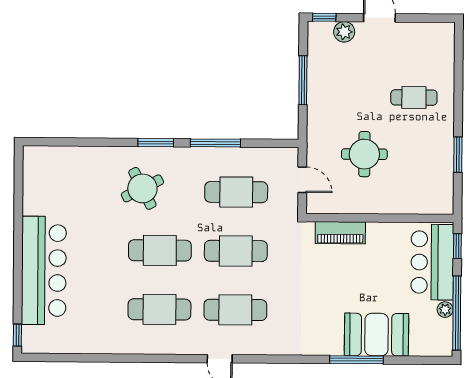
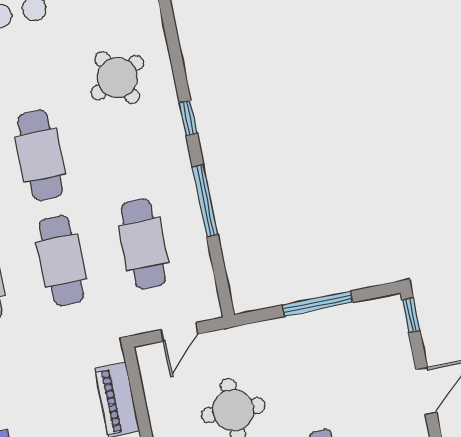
plant: (344, 32) -> (397, 347), removed
window: (156, 143) -> (188, 118), width x0.67
round table: (142, 188) -> (117, 78), moved

